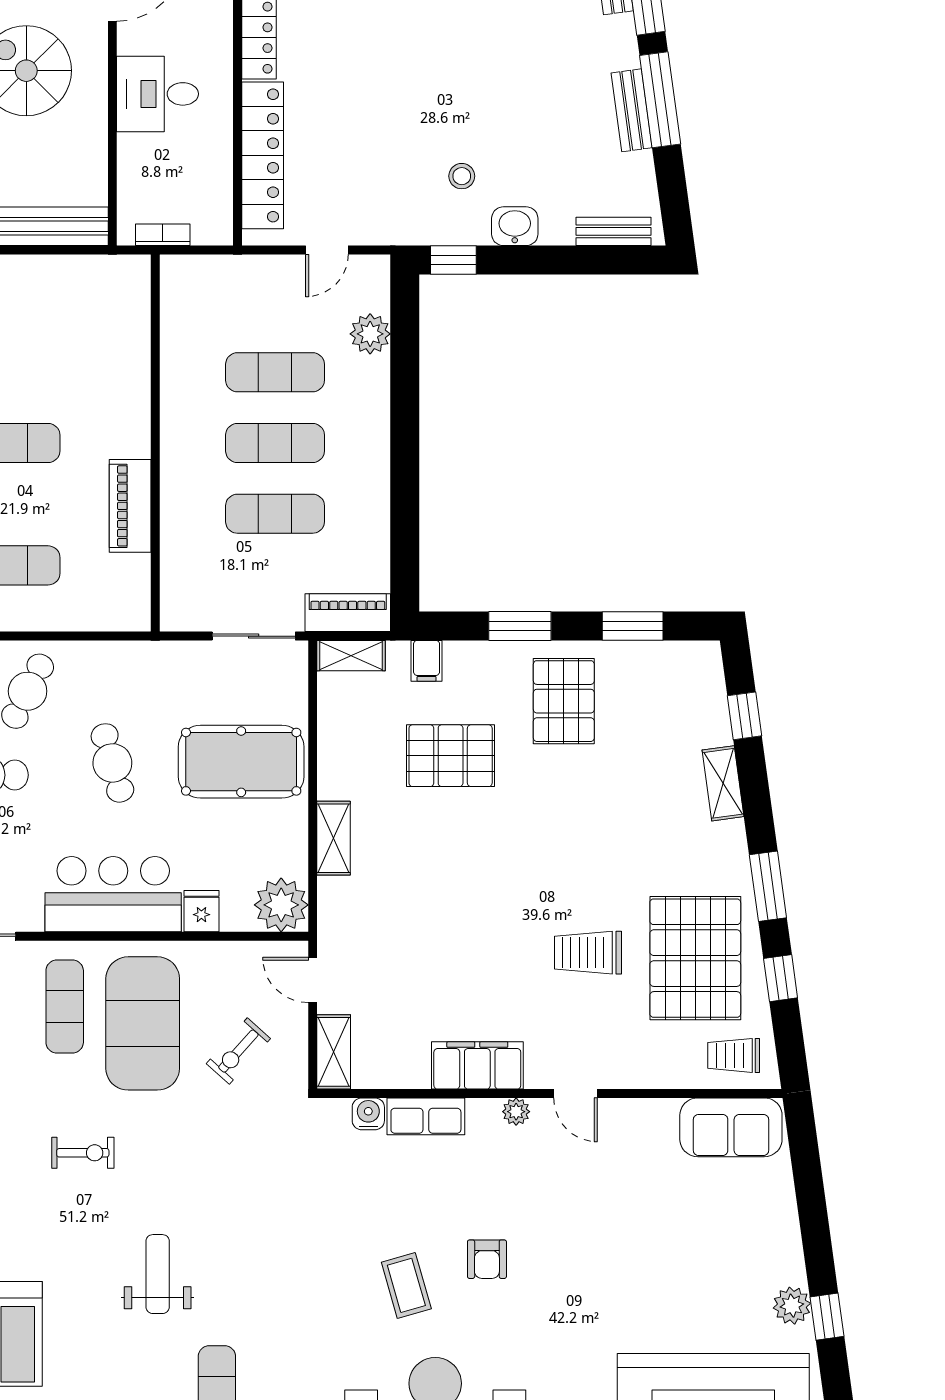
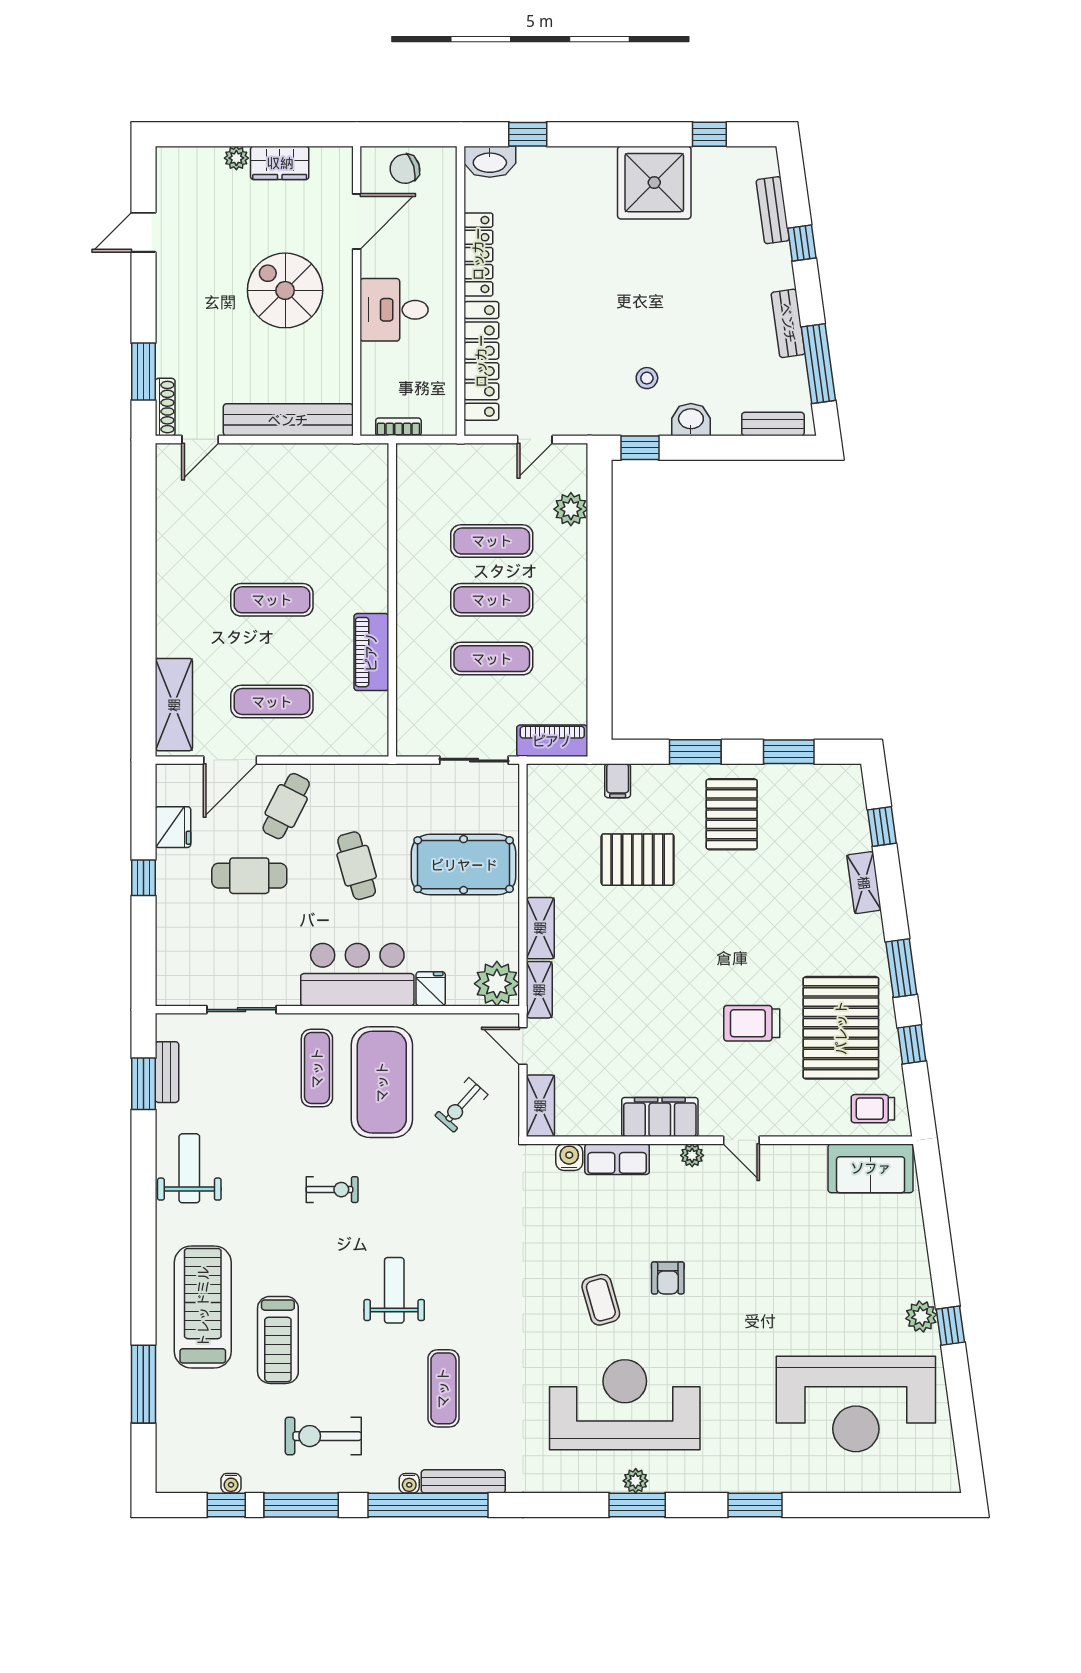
window: (660, 100) -> (818, 364), moved
shelving: (351, 656) -> (539, 990), moved, turned 90

